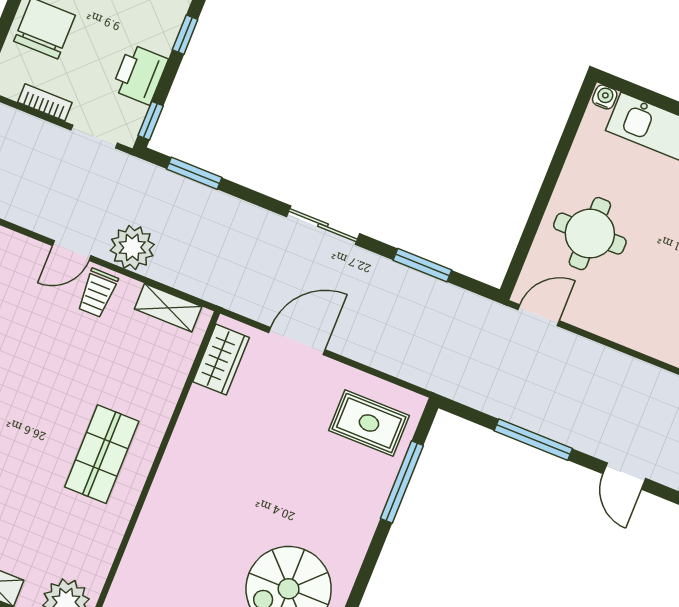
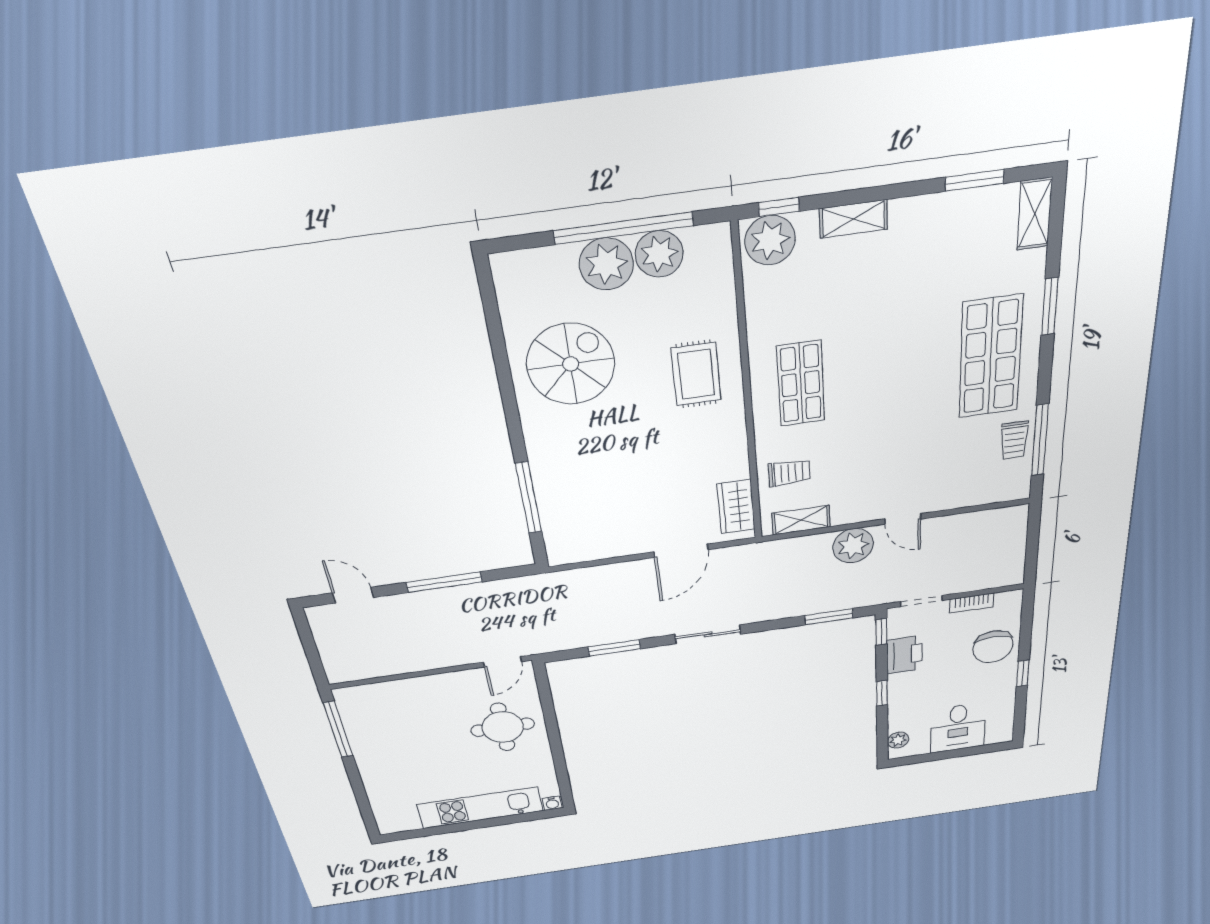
door: (72, 251) -> (903, 519), swing flipped
trolley: (97, 293) -> (789, 473), moved, turned 90
rug: (369, 423) -> (696, 374), moved, turned 90

